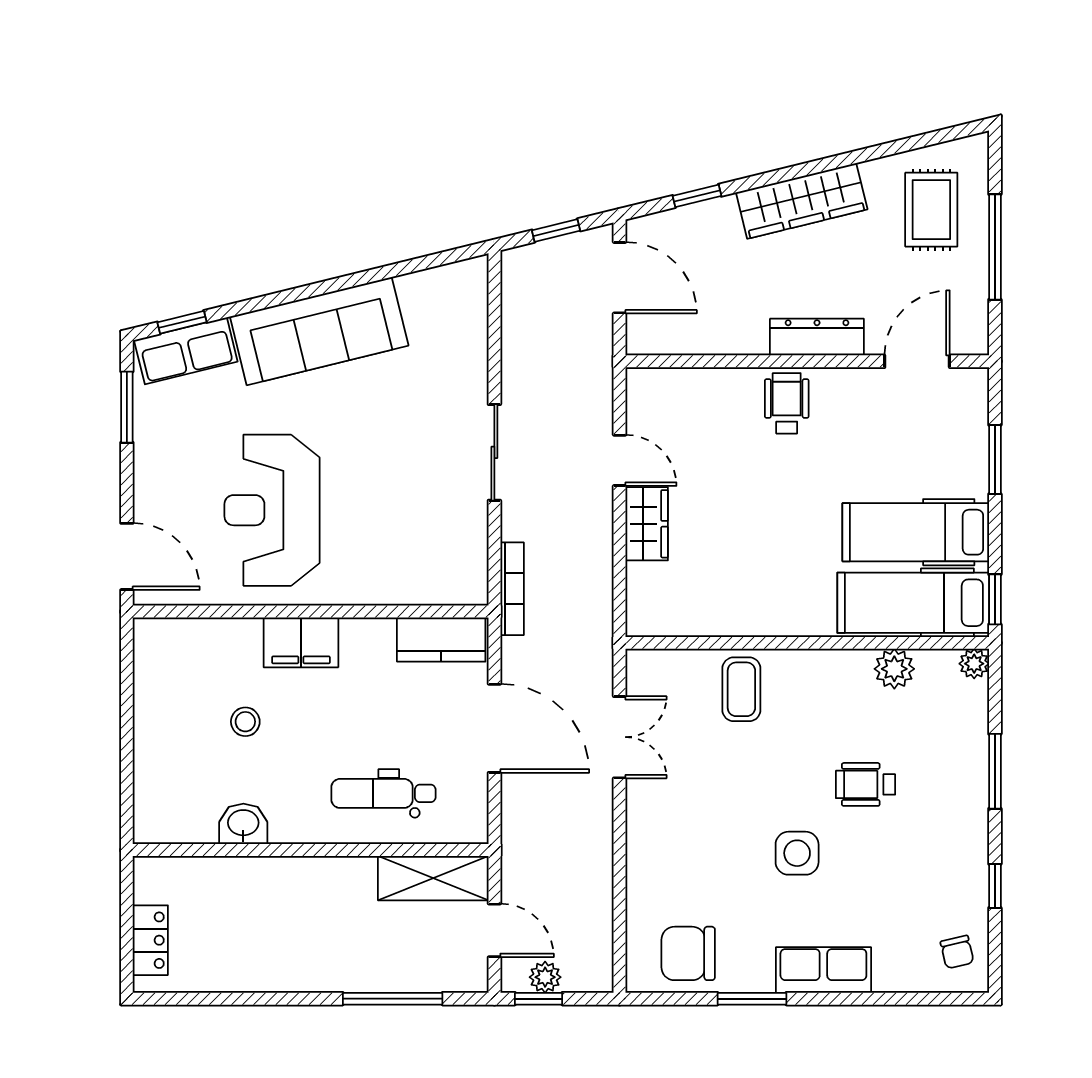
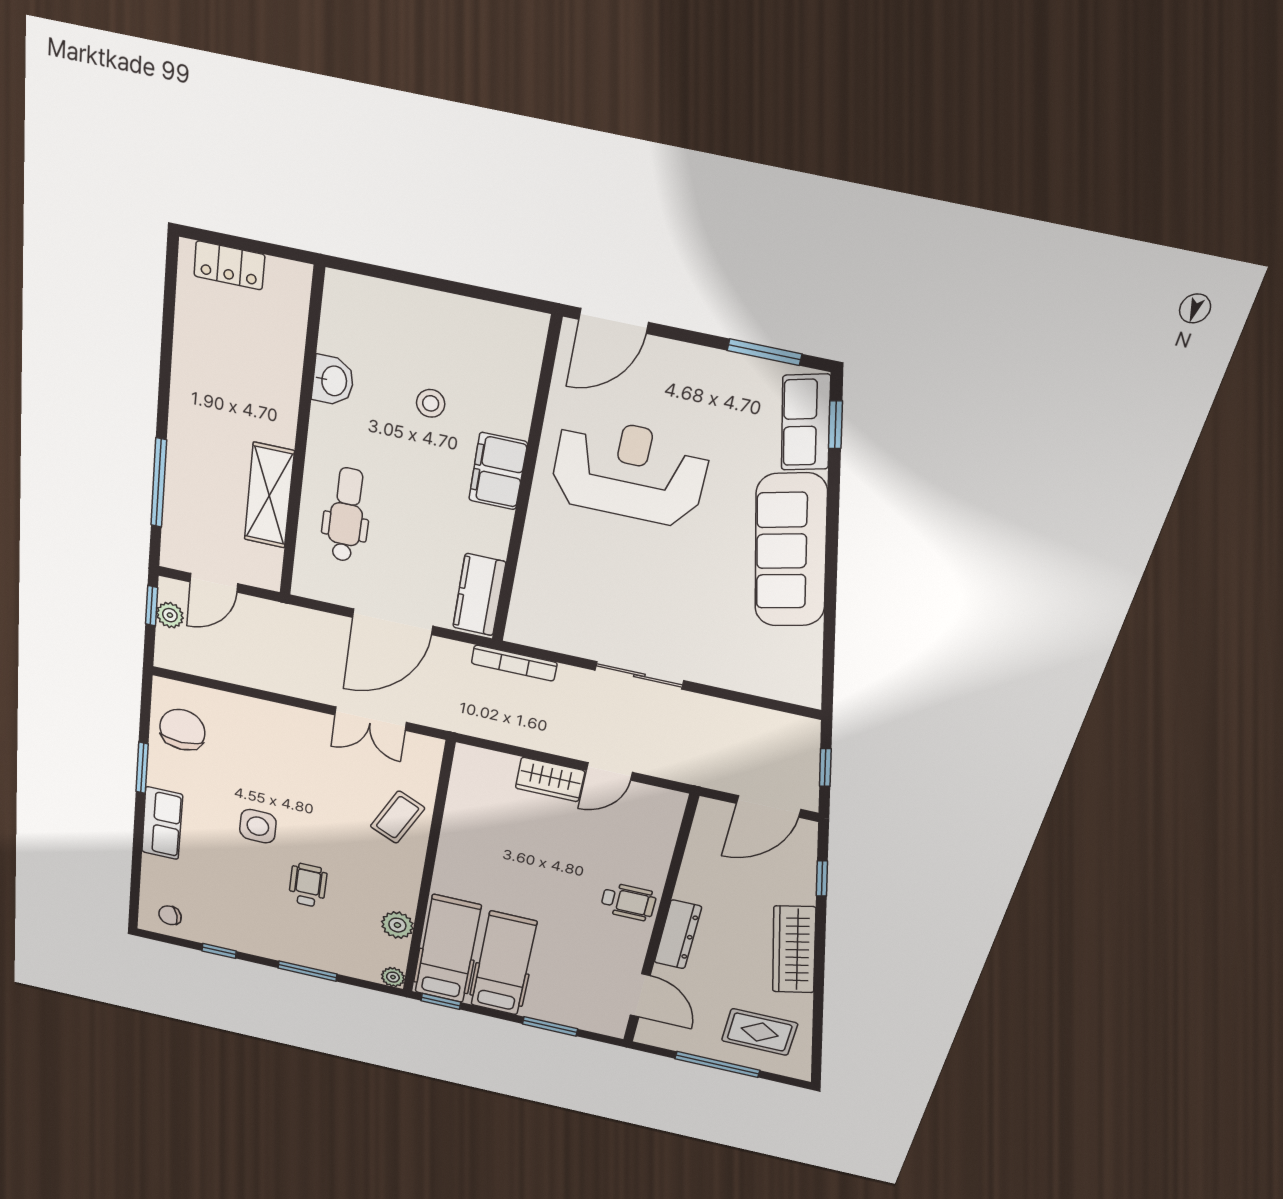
coffee table: (741, 689) -> (398, 817), turned -65
shelving: (433, 878) -> (269, 496), moved

